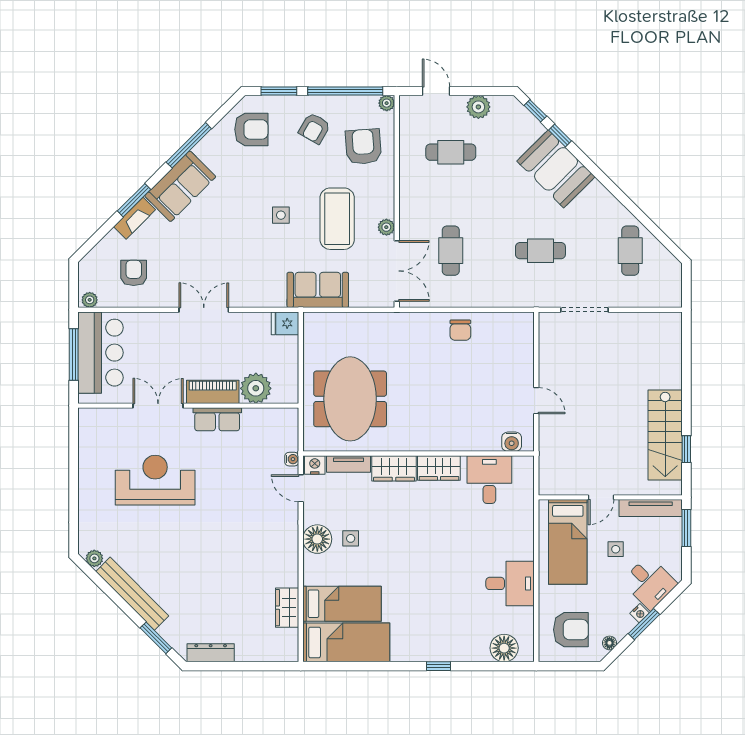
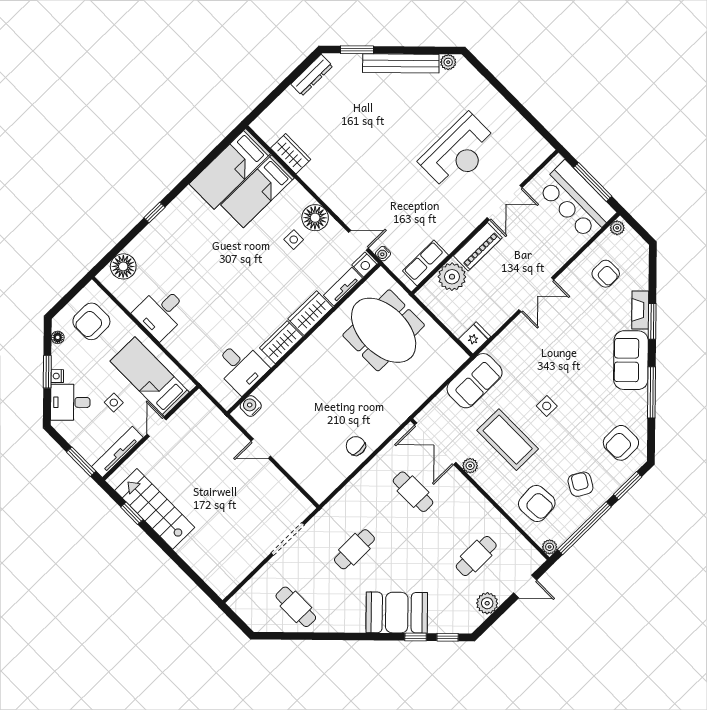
row of seats: (217, 419) -> (425, 263), moved

